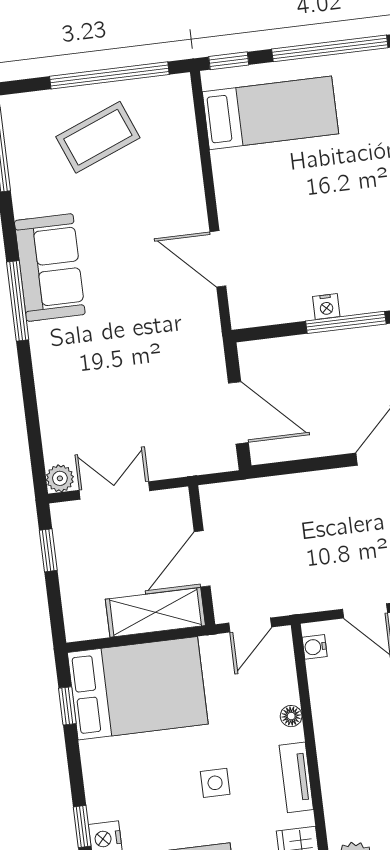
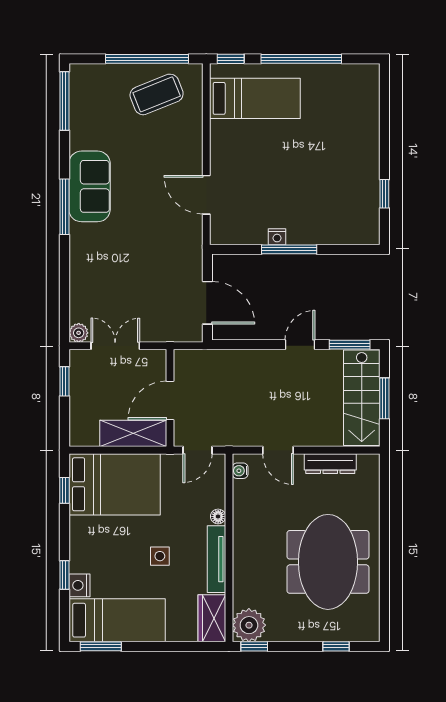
coffee table: (98, 137) -> (157, 94), moved
tv unit: (296, 777) -> (216, 559), width x1.41

